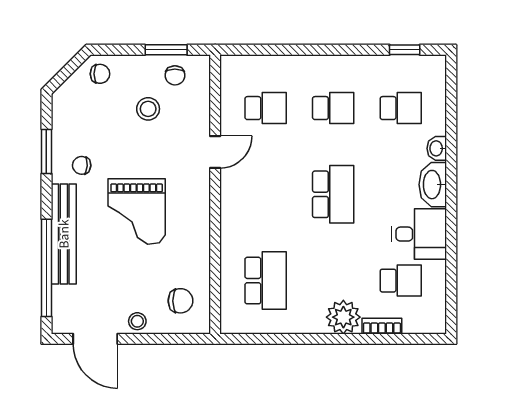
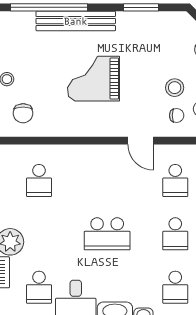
chair: (82, 165) -> (177, 115), moved, turned 86
school desk: (266, 281) -> (39, 180), width x0.54

